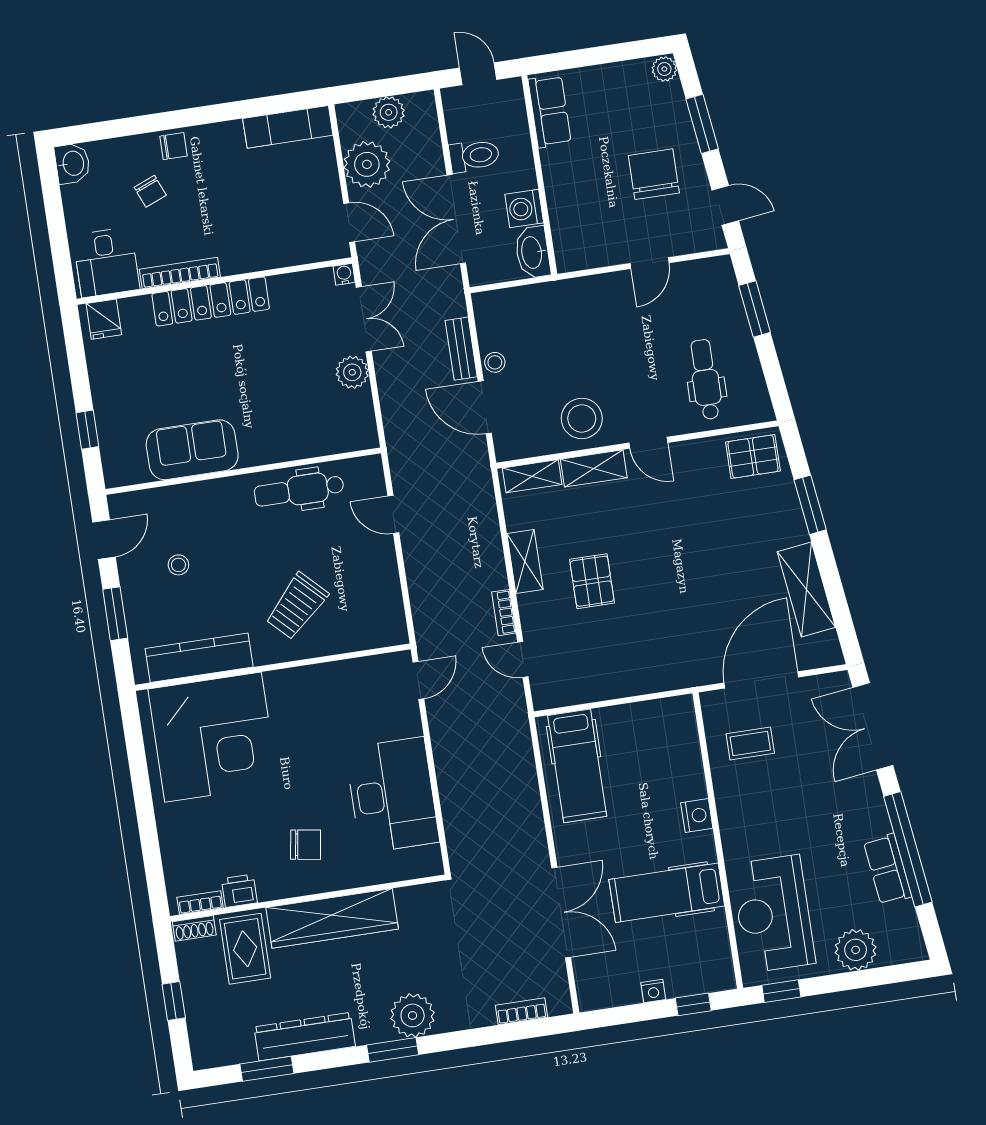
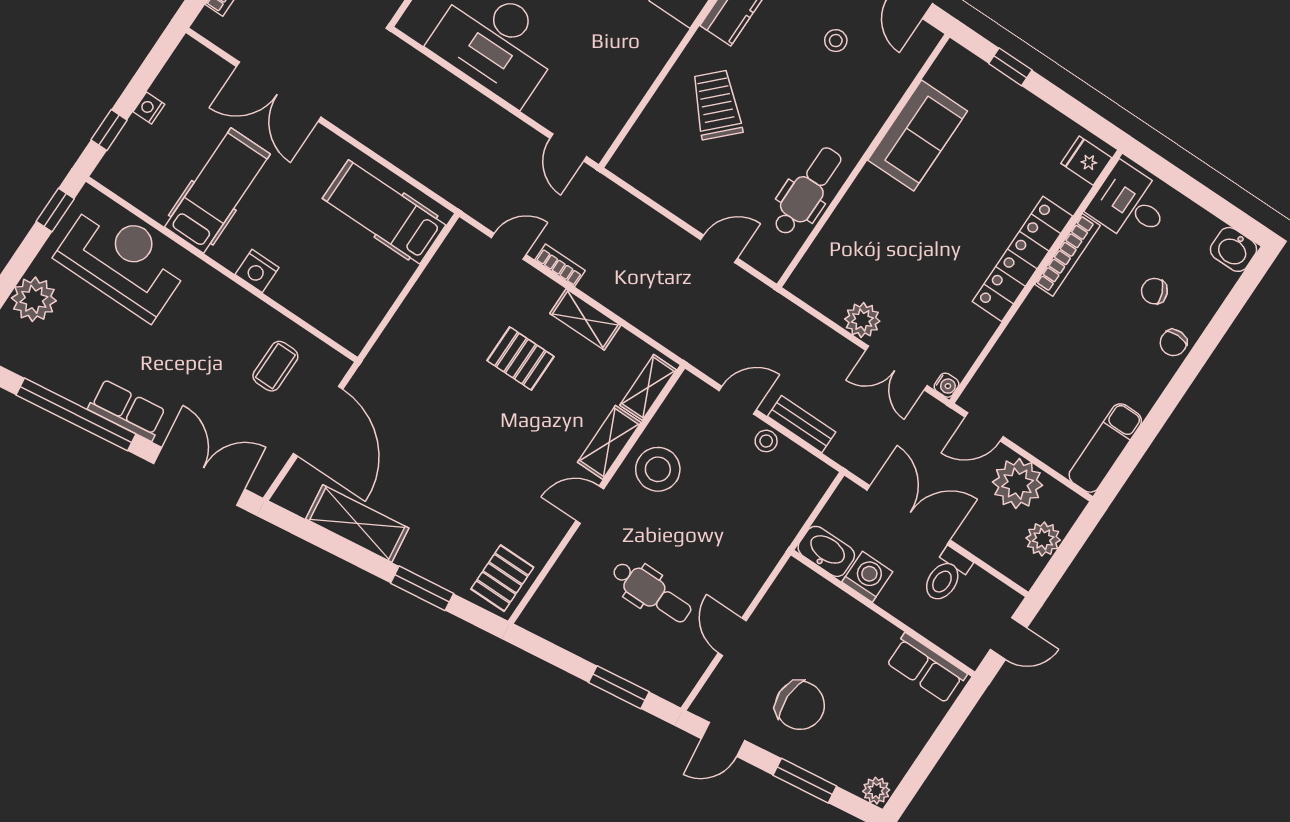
dental chair: (706, 379) -> (652, 592), moved
door: (485, 407) -> (738, 400), width x0.73
row of seats: (888, 869) -> (127, 410), moved

